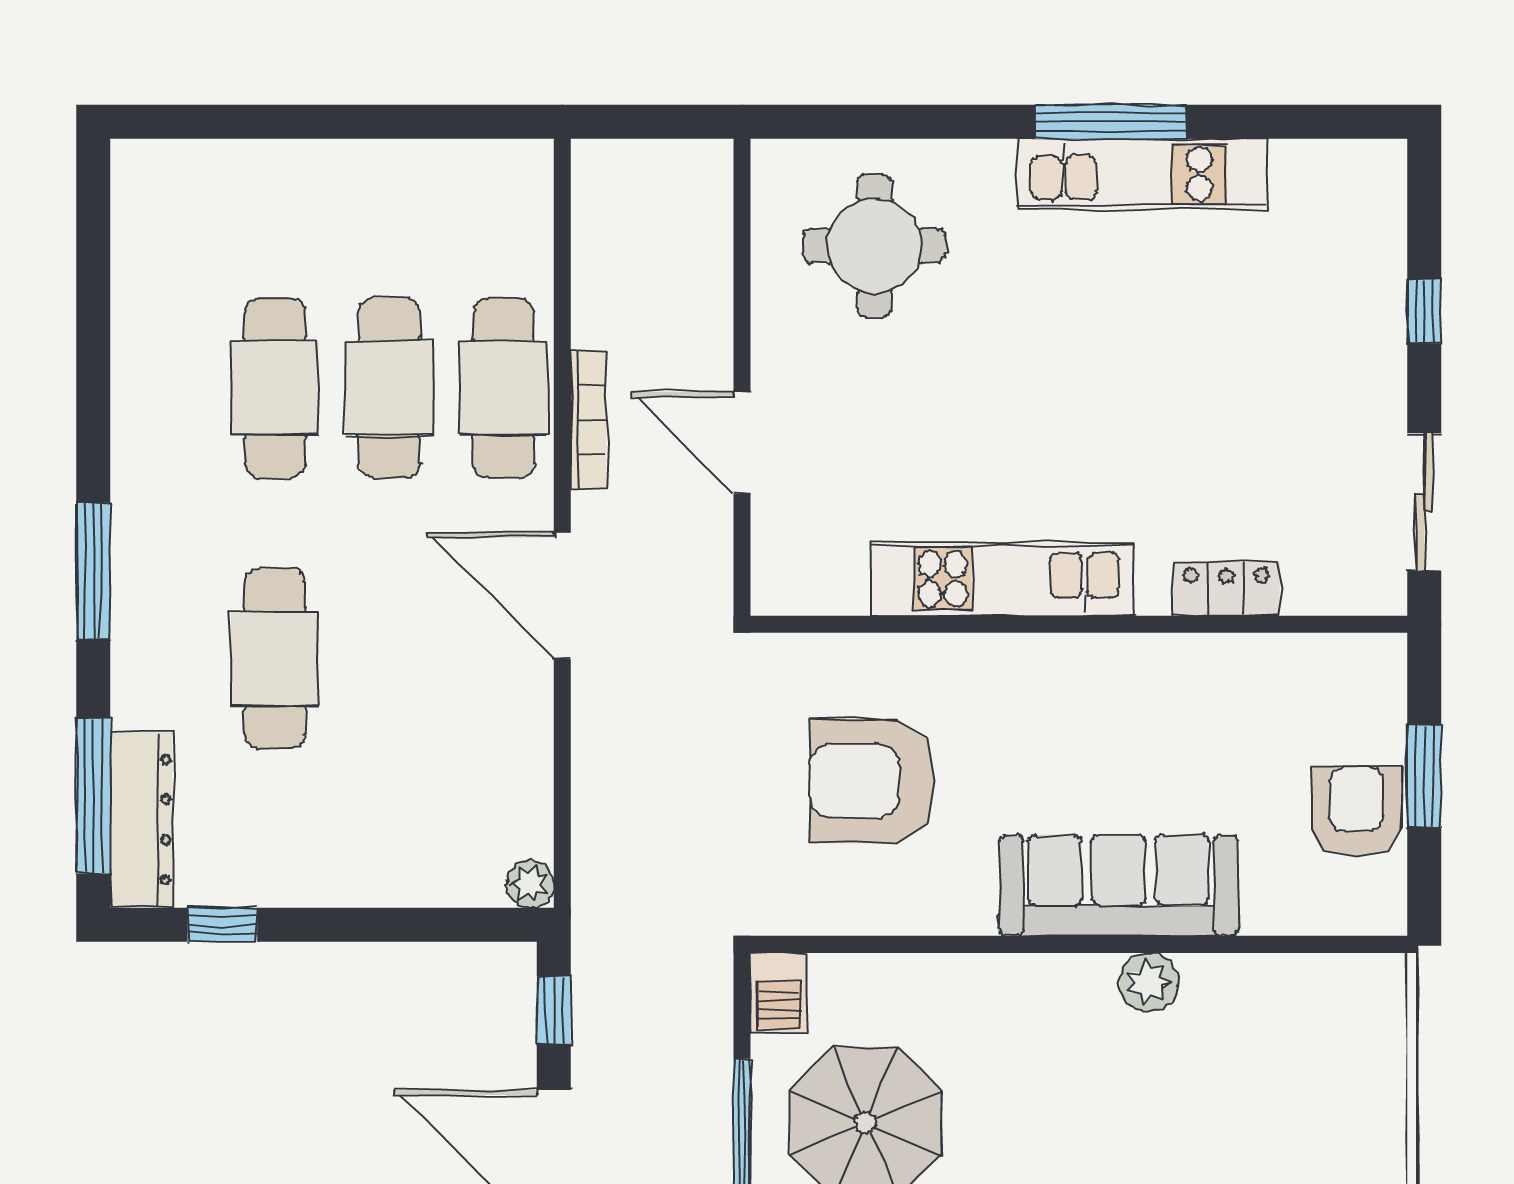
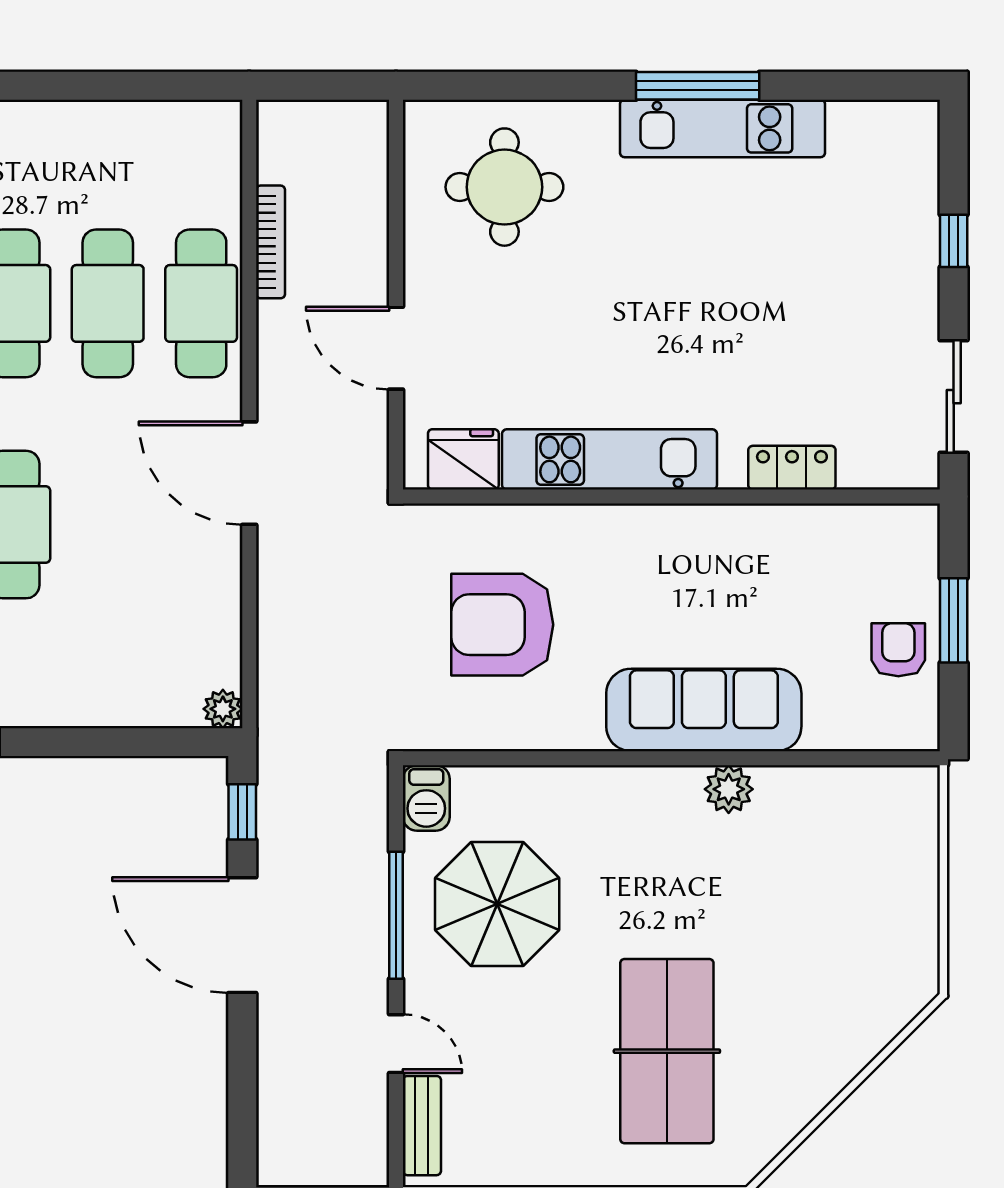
bookcase: (588, 419) -> (270, 242), moved
fridge: (824, 579) -> (463, 459), added
armchair: (1357, 812) -> (898, 650), width x0.72, depth x0.72

